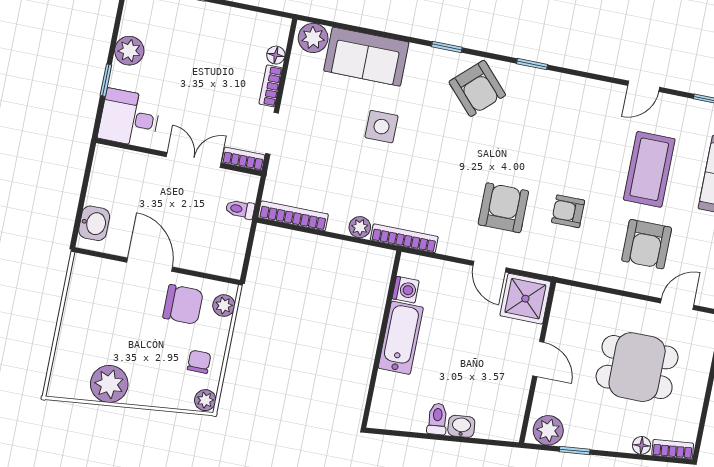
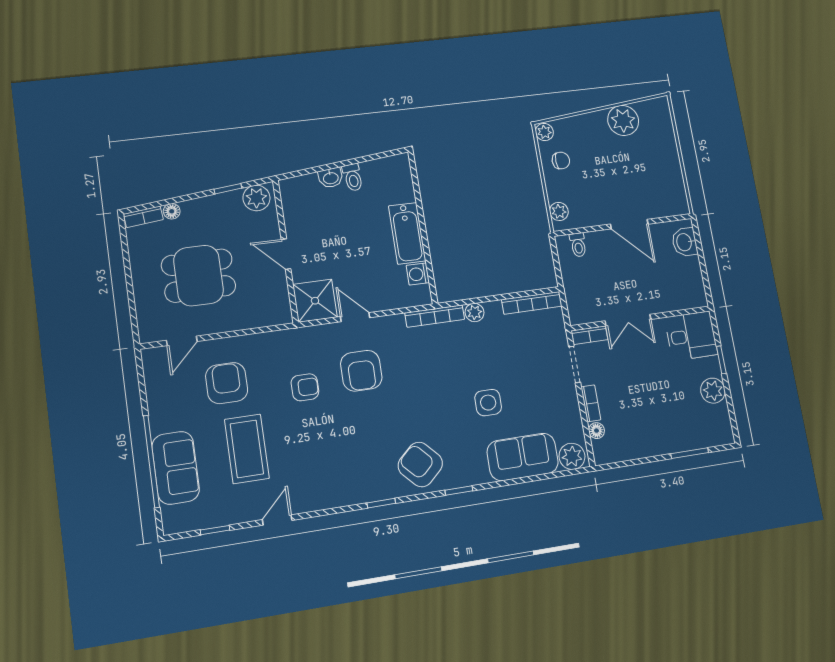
toilet: (240, 209) -> (578, 245), moved, turned 90
chair: (183, 304) -> (591, 201), removed
chair: (199, 362) -> (561, 161), turned -90

